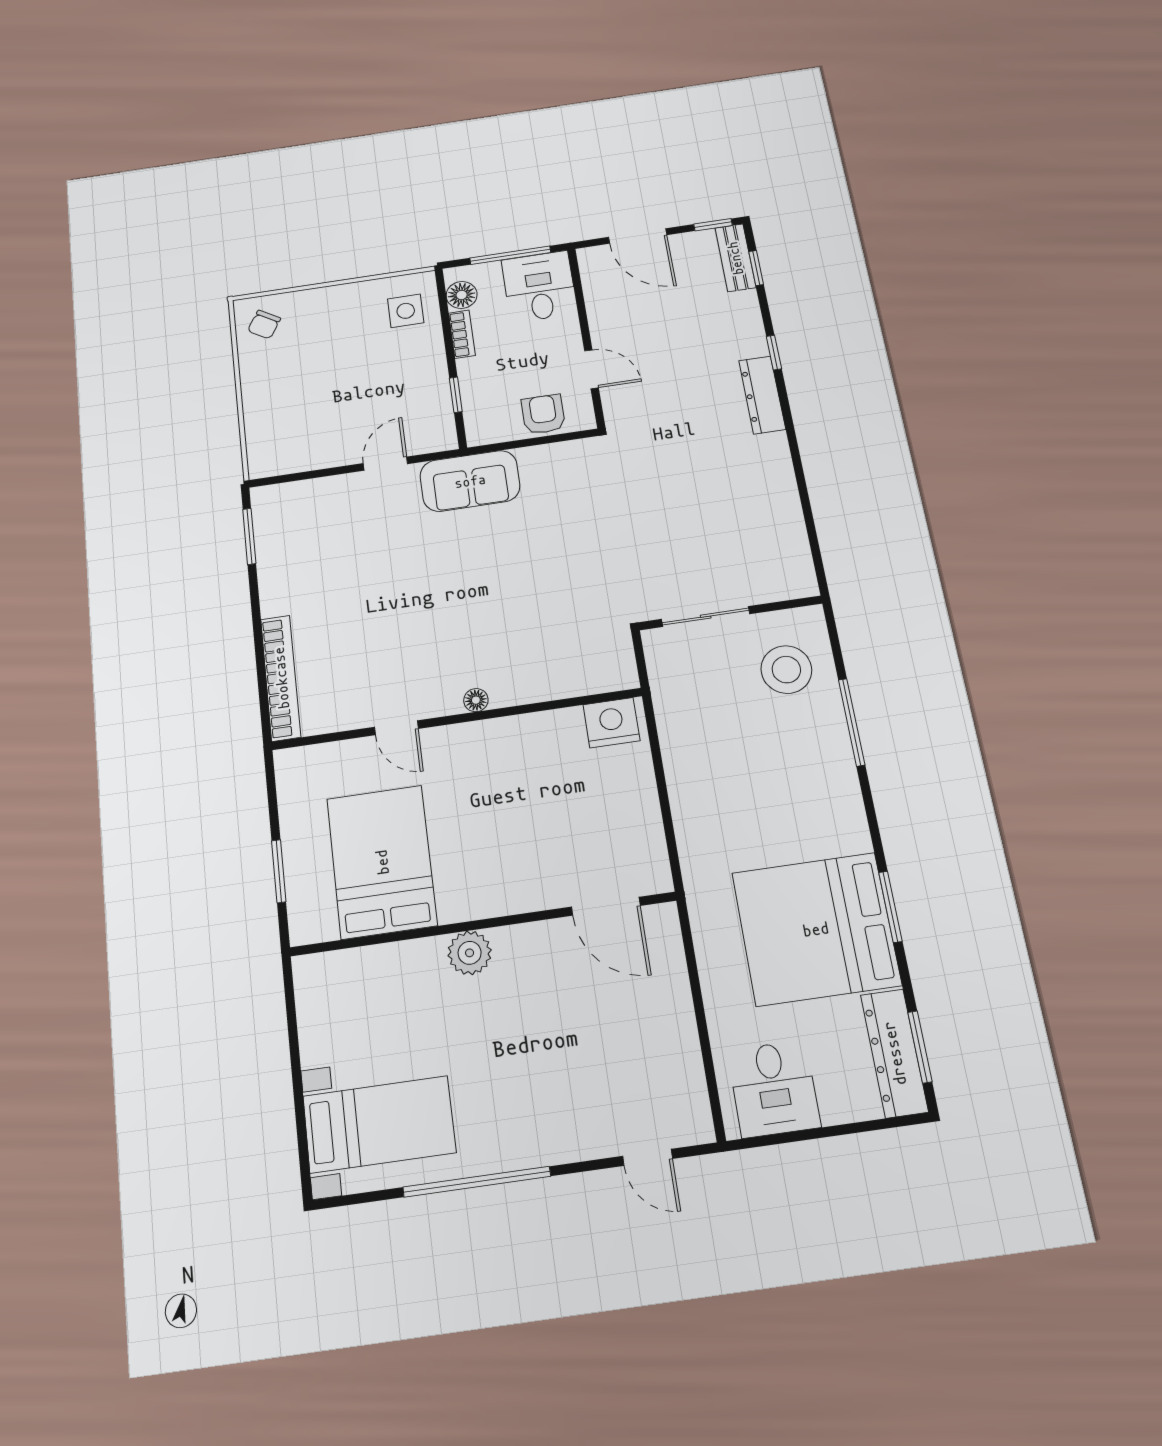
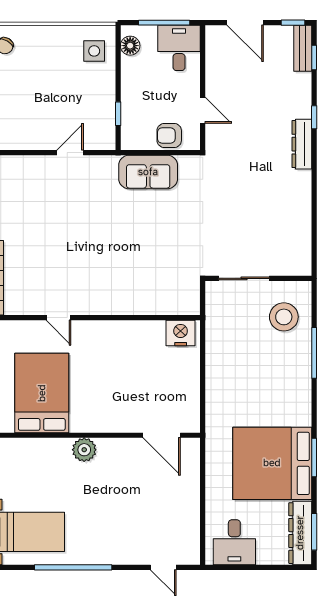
bookcase: (462, 334) -> (127, 73), removed
armchair: (543, 414) -> (169, 135), turned -90
sofa: (470, 481) -> (148, 172), moved
floor lamp: (476, 700) -> (106, 308), removed

